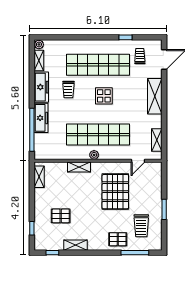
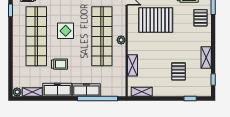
shelving: (79, 167) -> (132, 65), moved

